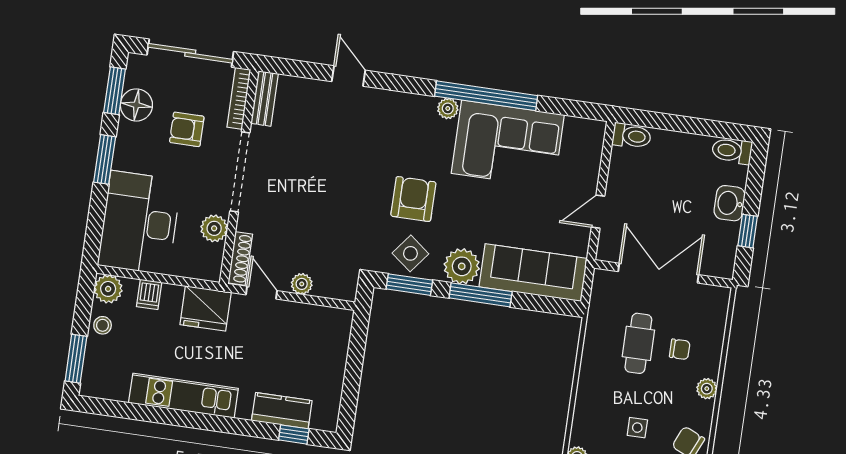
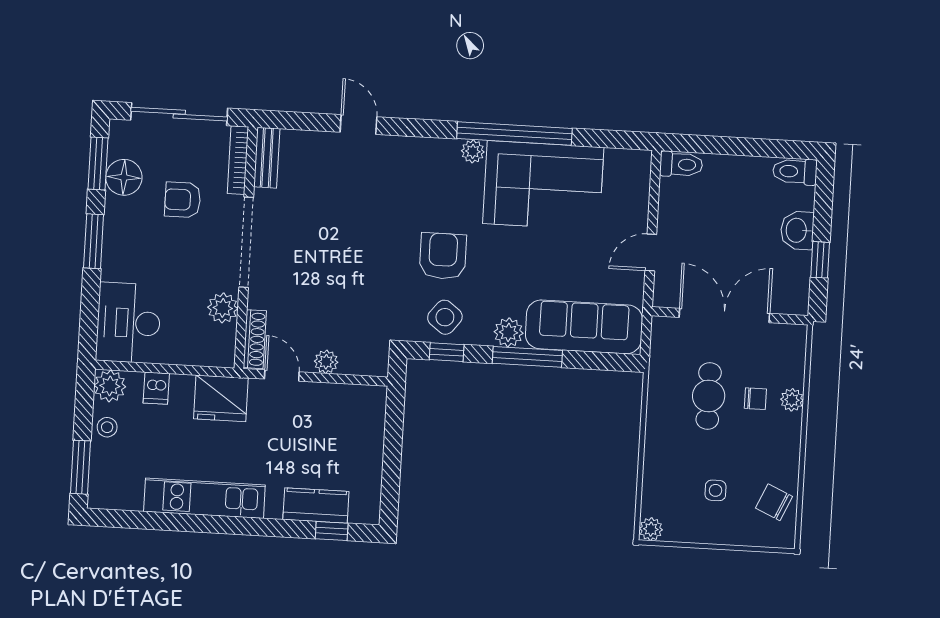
desk: (139, 223) -> (128, 323), width x0.73, depth x0.77
plant: (462, 266) -> (509, 332), width x0.73, depth x0.73
window: (409, 285) -> (447, 352), width x0.67
plant: (707, 389) -> (792, 400), moved

